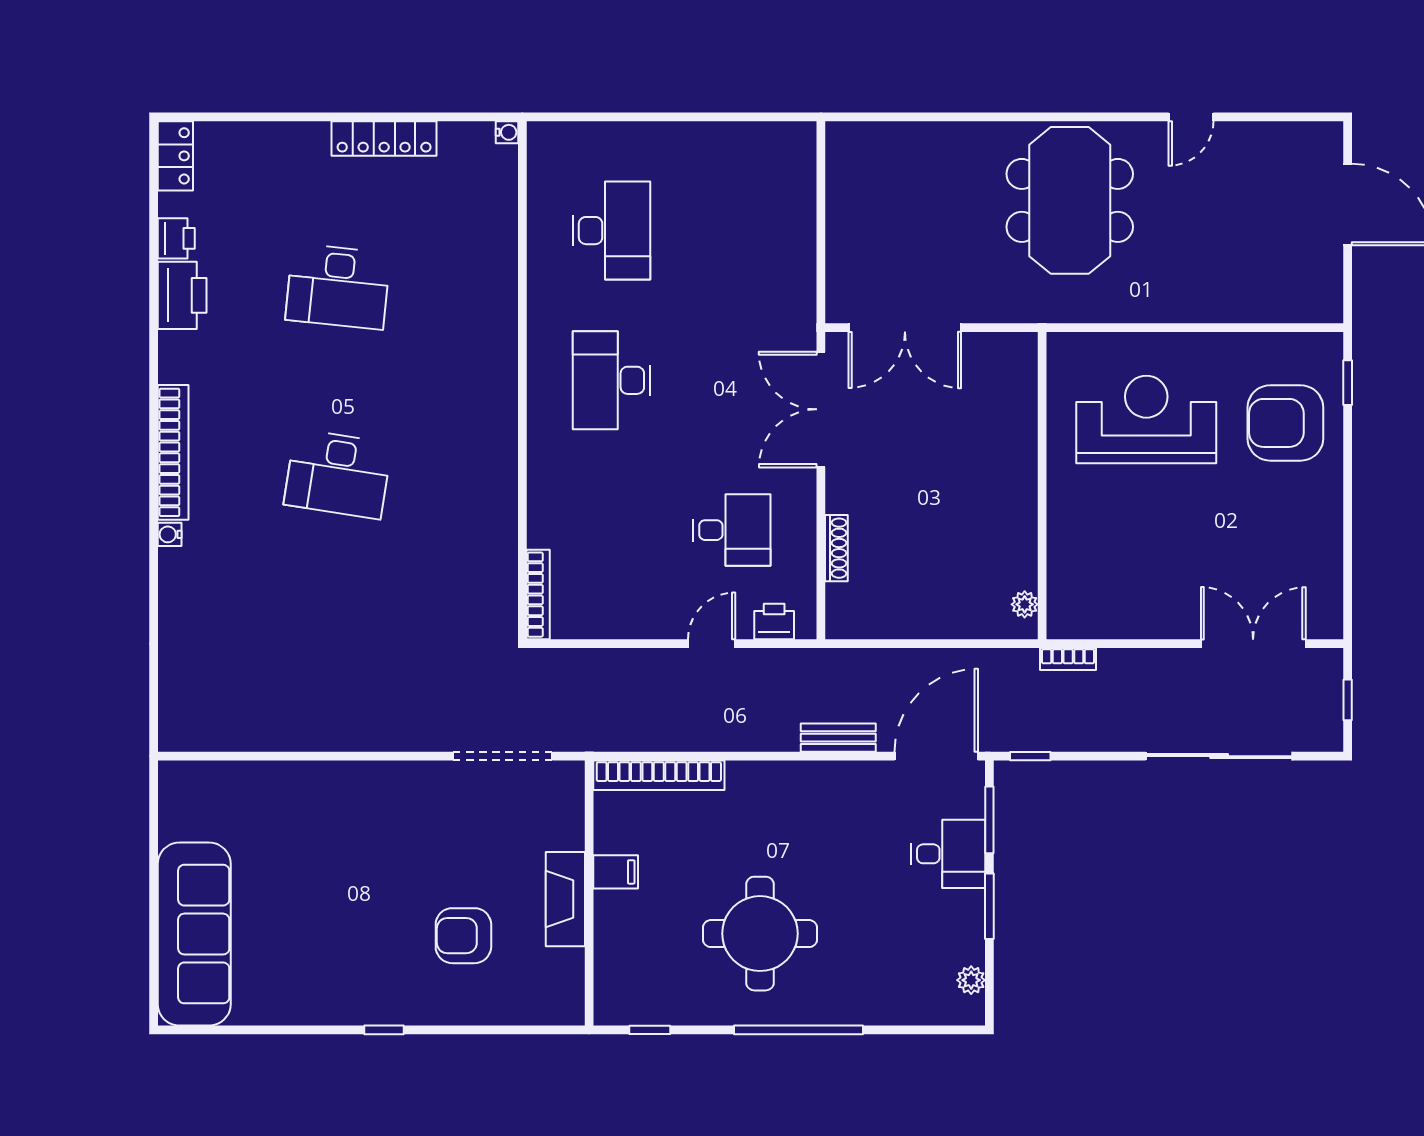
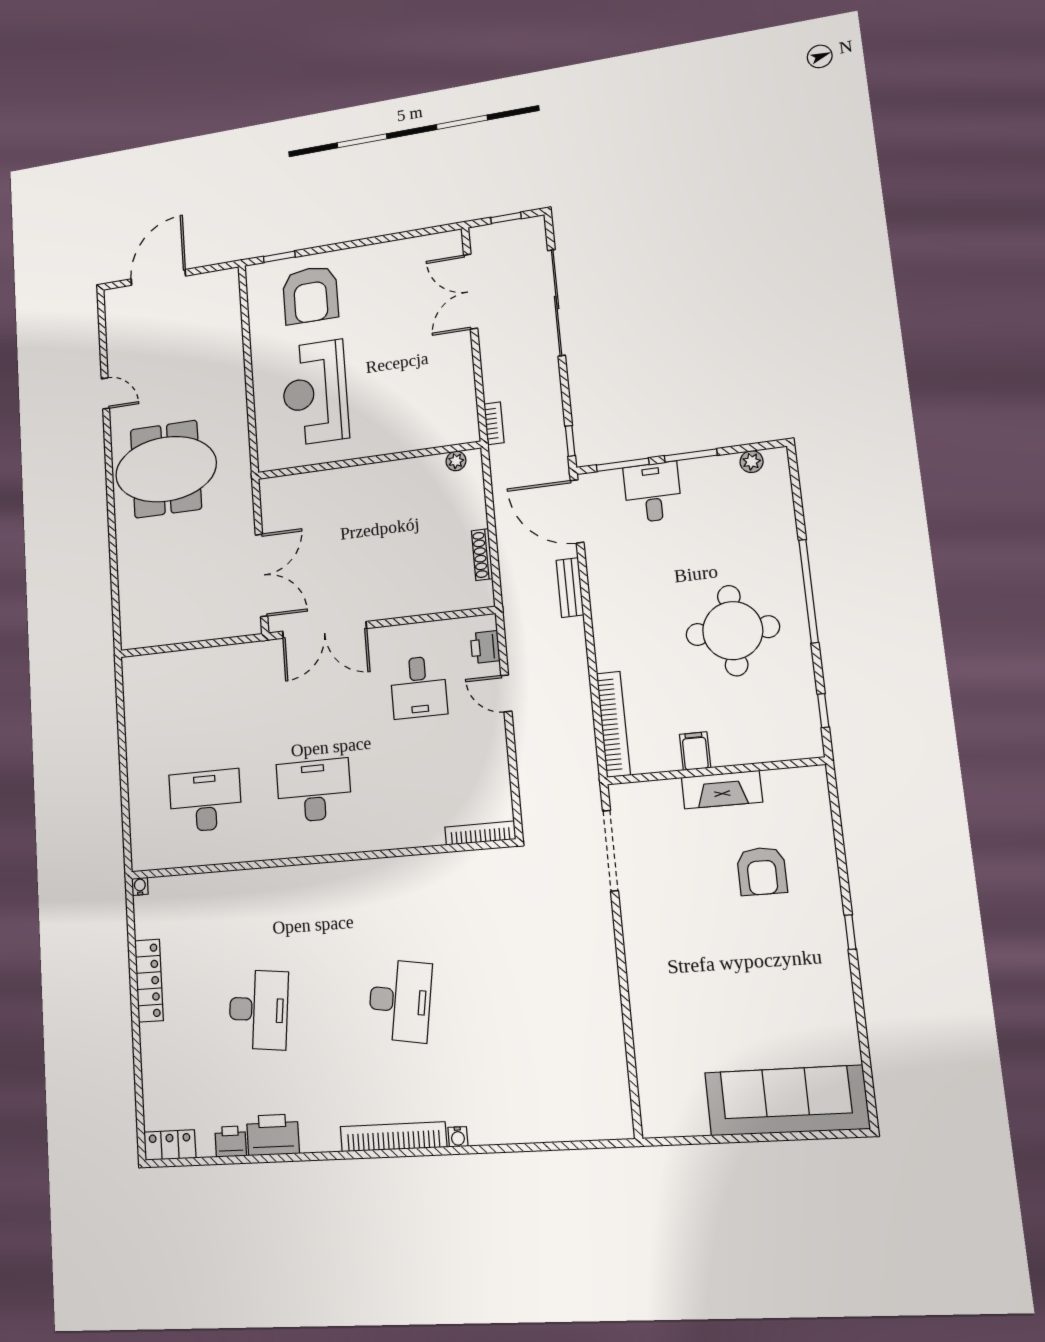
desk: (611, 380) -> (314, 791), turned 180
desk: (732, 530) -> (419, 687), turned 180
shoe rack: (836, 548) -> (482, 555), moved, turned -90

